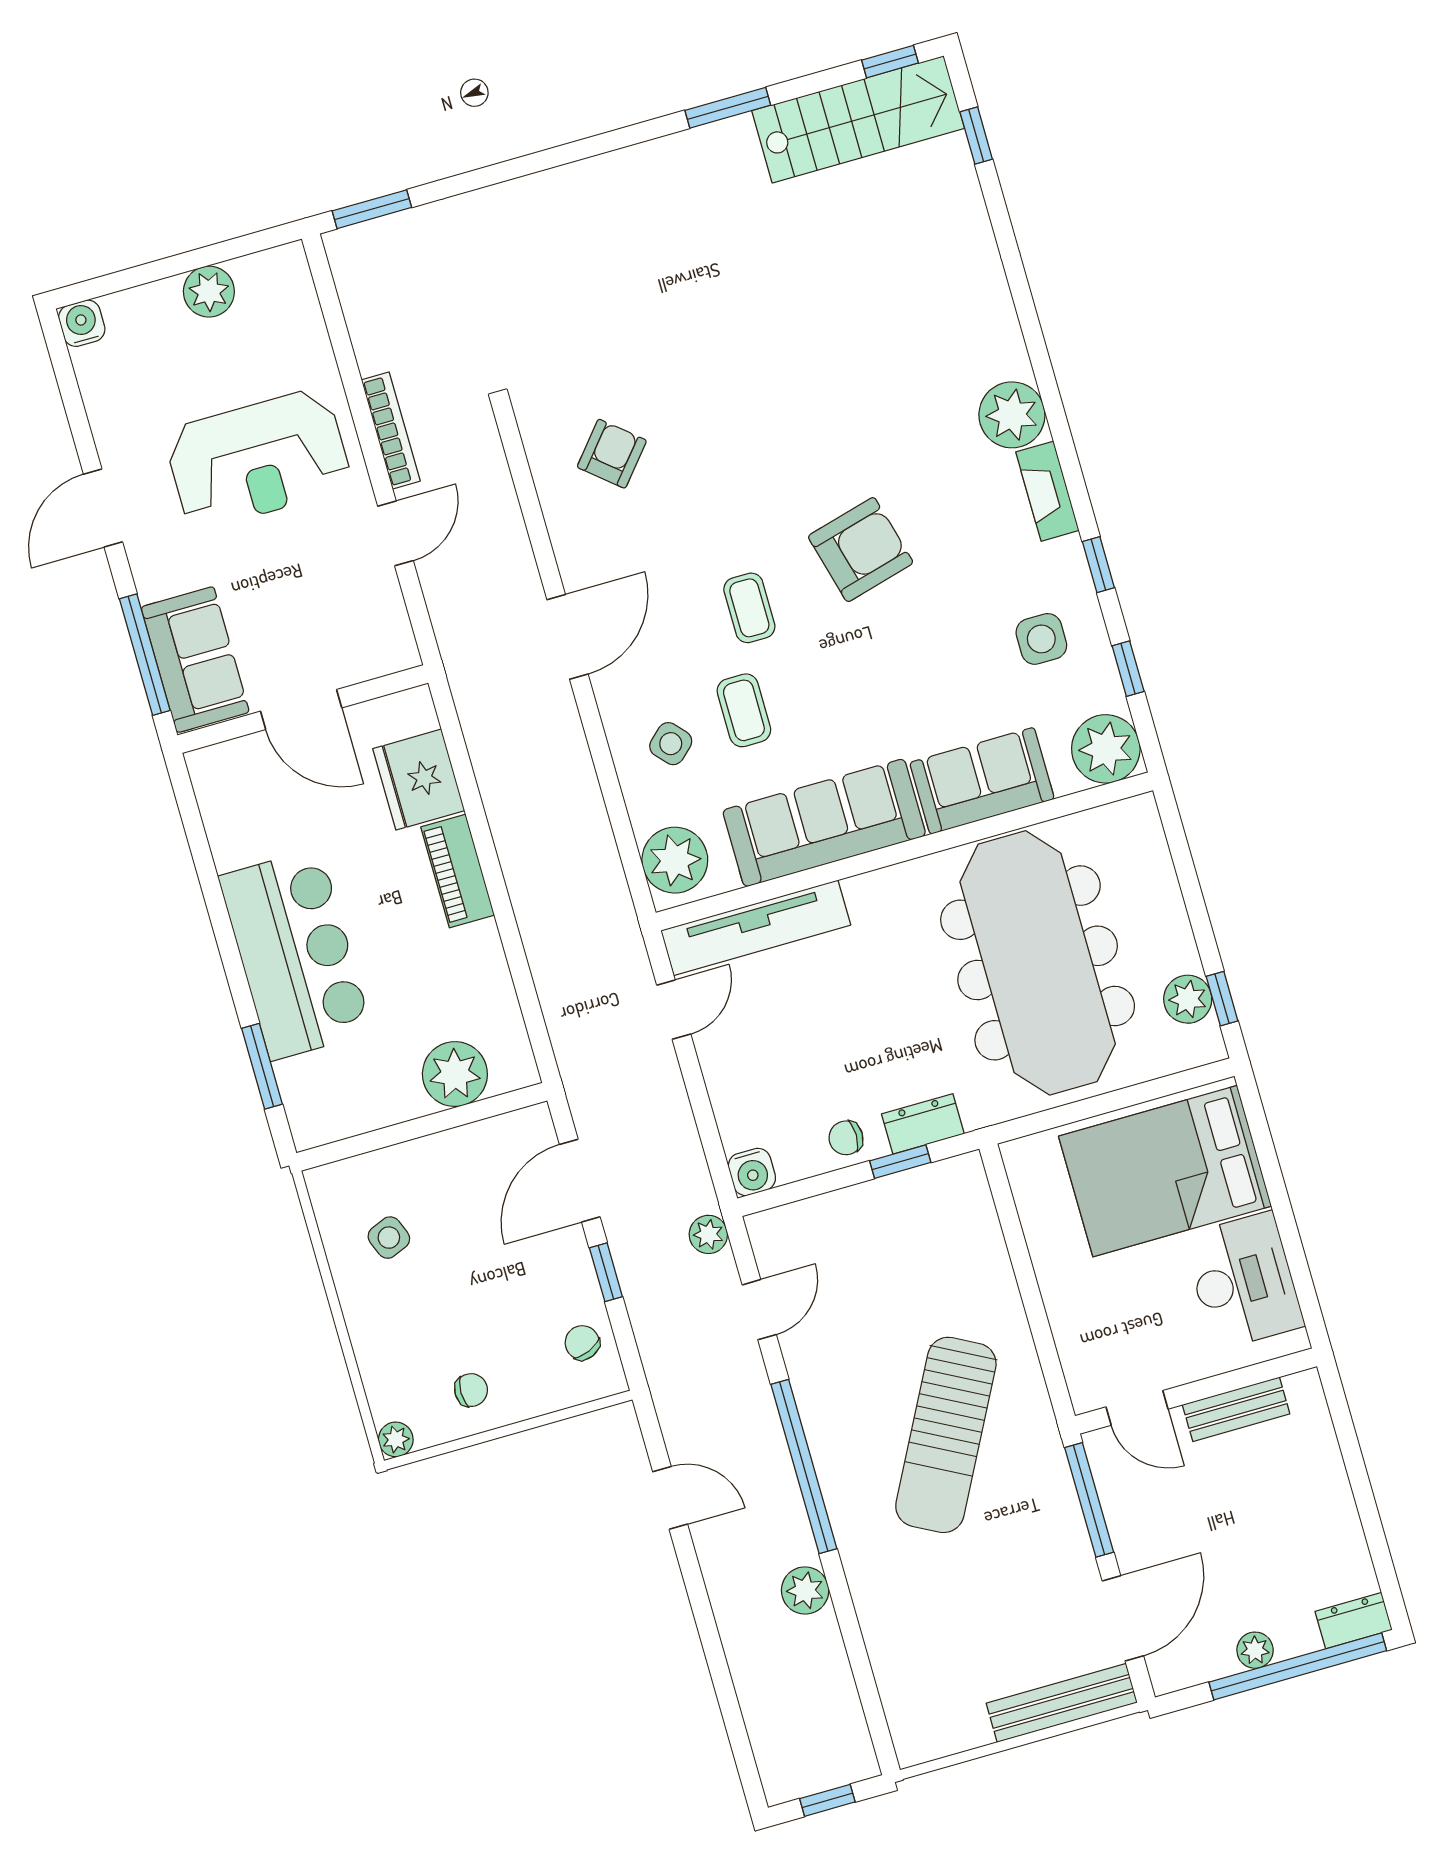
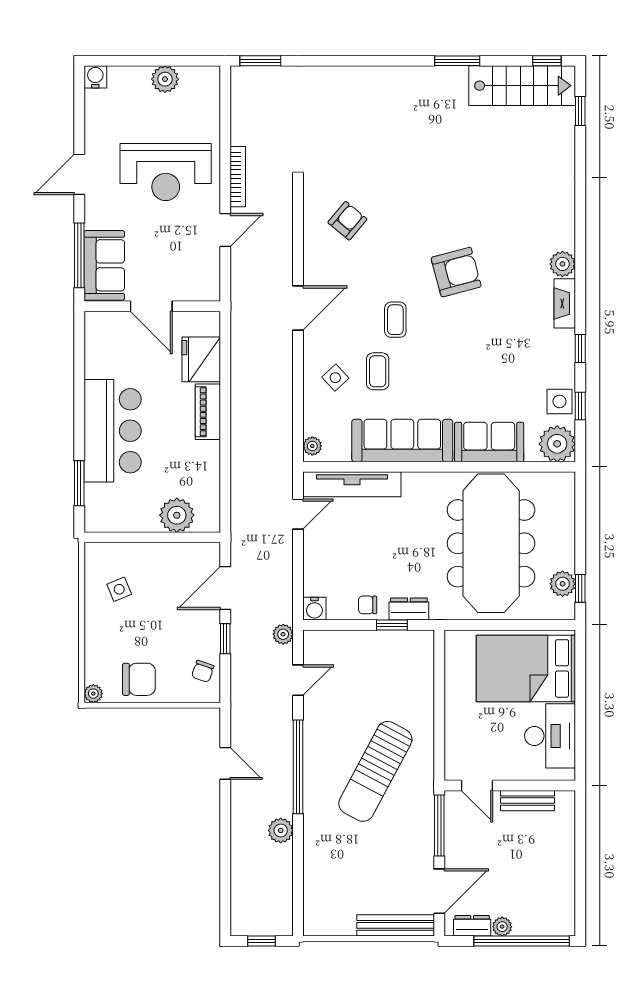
plant: (1012, 415) -> (562, 264), width x0.73, depth x0.73
armchair: (861, 550) -> (456, 272), moved
side table: (1041, 639) -> (559, 401), moved
plant: (675, 860) -> (312, 446), width x0.53, depth x0.53
chair: (582, 1343) -> (203, 671), turned -138
chair: (471, 1390) -> (139, 679), width x1.87, depth x1.87
dresser: (1354, 1621) -> (472, 926), moved

